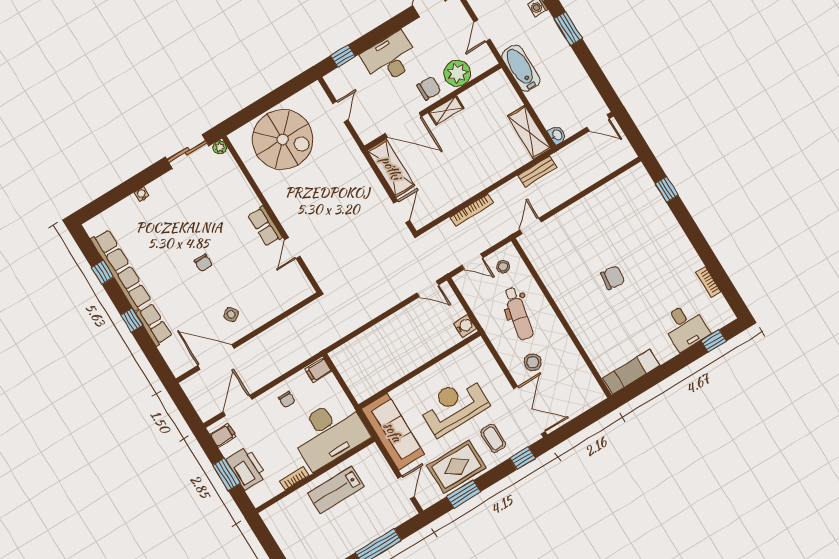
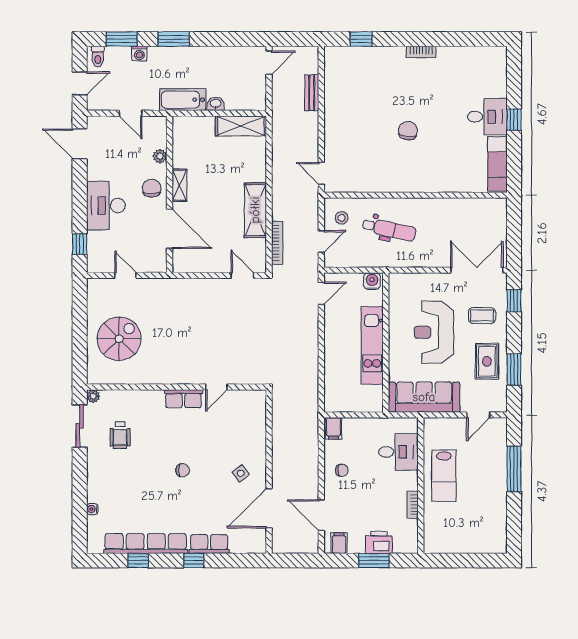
plant: (457, 73) -> (160, 156), width x0.53, depth x0.53
door: (403, 125) -> (170, 229), hinge flipped
washbasin: (557, 135) -> (216, 104), moved
spiral stairs: (283, 139) -> (119, 339), width x0.73, depth x0.73
shelving: (391, 168) -> (255, 210), moved, turned 90
bench: (537, 171) -> (312, 93), moved
wheelchair: (201, 191) -> (120, 435), added
water cooler: (142, 194) -> (92, 509), moved
bookcase: (471, 210) -> (277, 243), moved
door: (292, 248) -> (216, 387), hinge flipped
bookcase: (708, 282) -> (421, 52), moved
desk: (685, 327) -> (487, 117), moved
window: (714, 341) -> (514, 120), moved
kitchen unit: (410, 360) -> (372, 345), added
stool: (533, 362) -> (438, 242), removed
desk: (329, 433) -> (398, 452), width x0.53, depth x0.77
rug: (456, 467) -> (487, 361), width x0.73, depth x0.70
printer: (246, 468) -> (379, 543), width x0.73, depth x0.84
door: (406, 487) -> (478, 415), swing flipped

